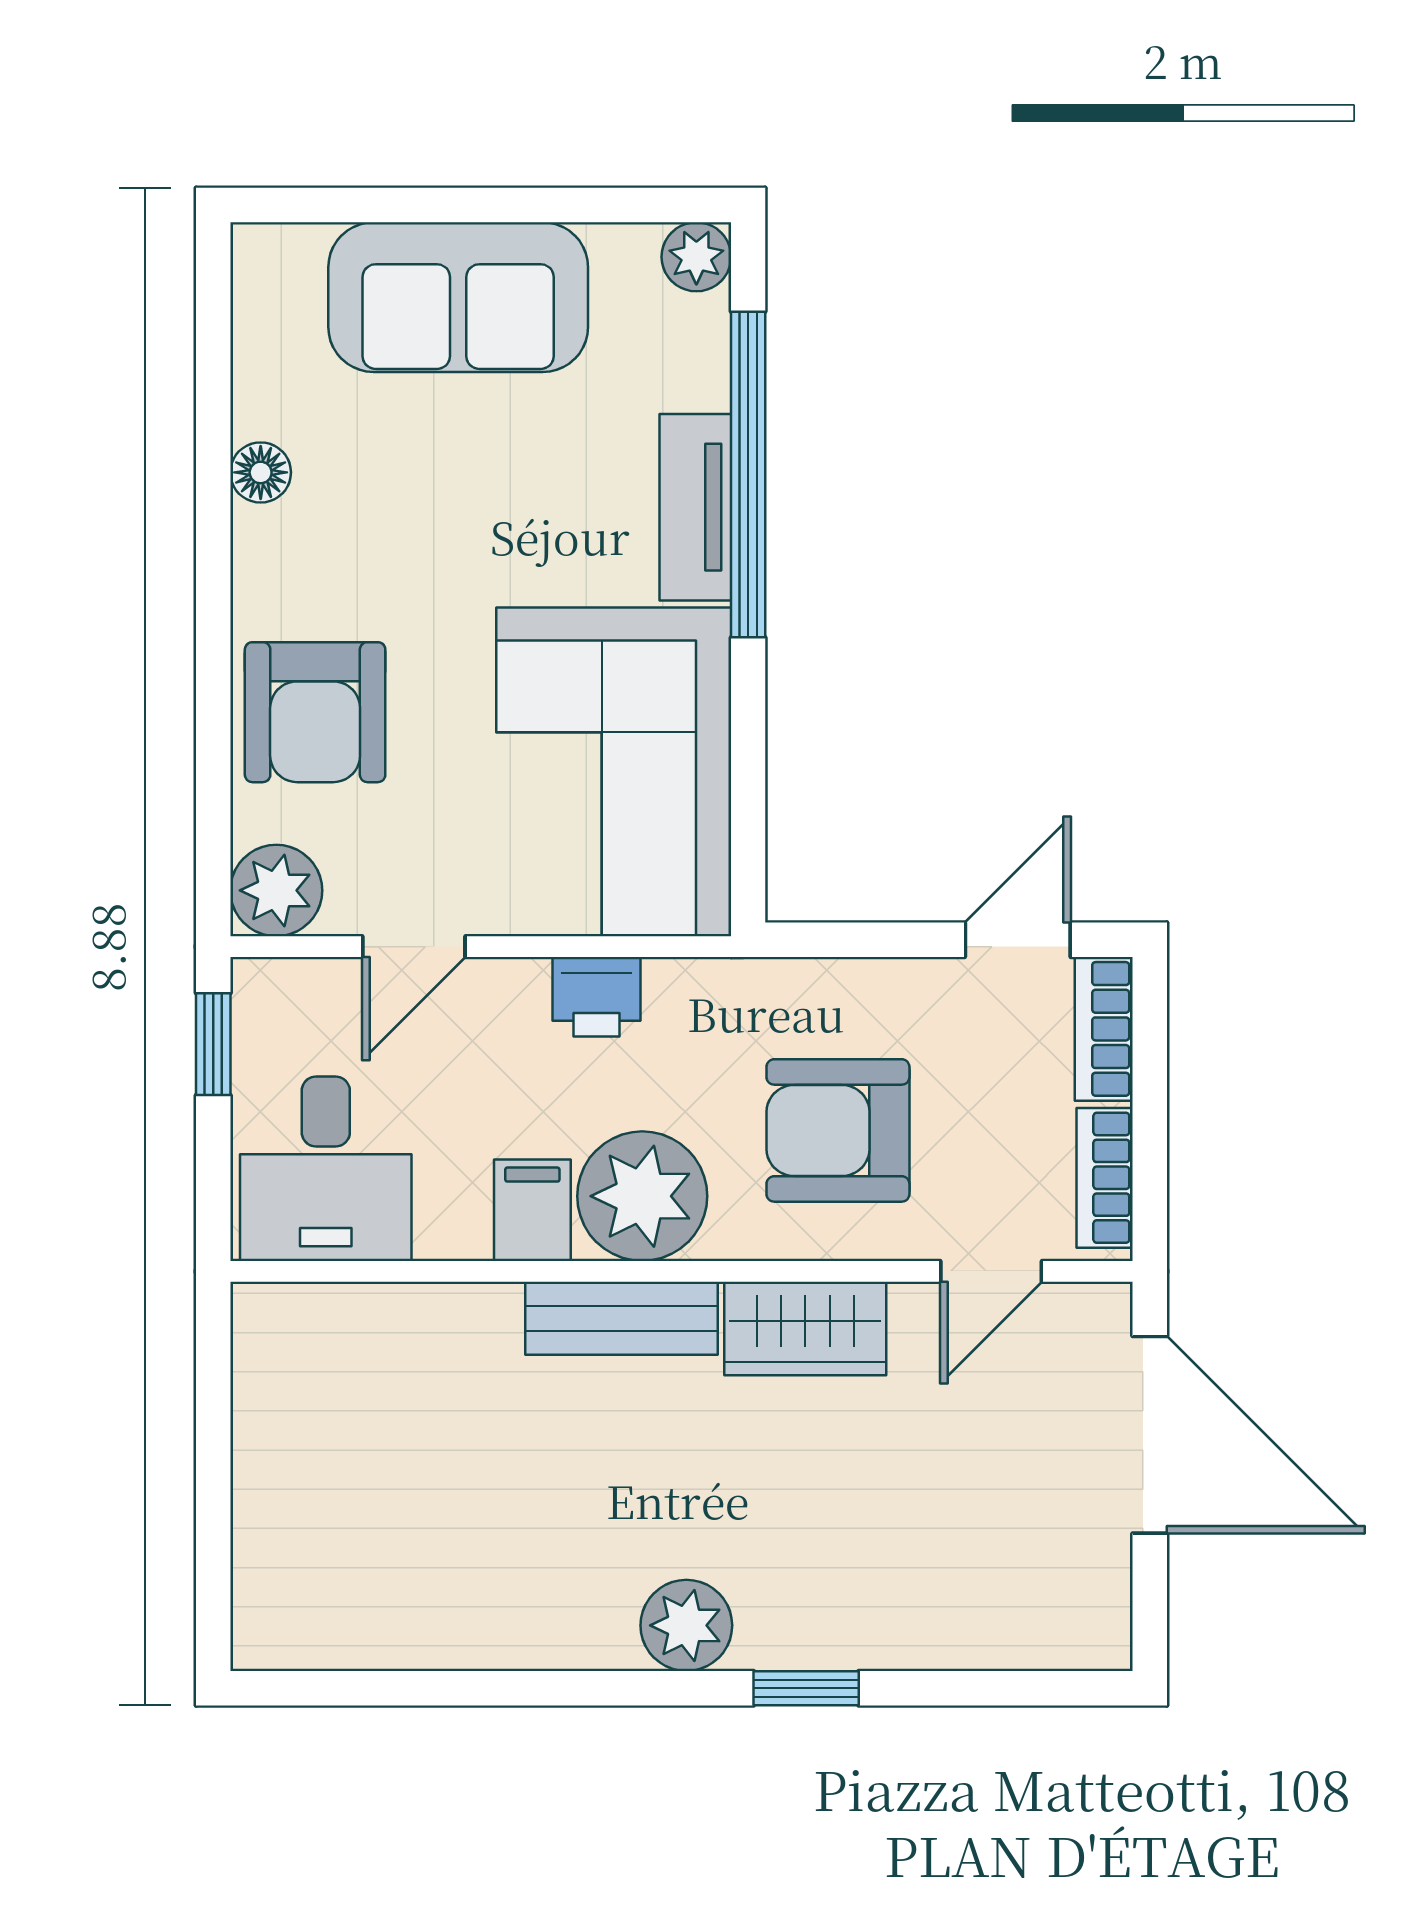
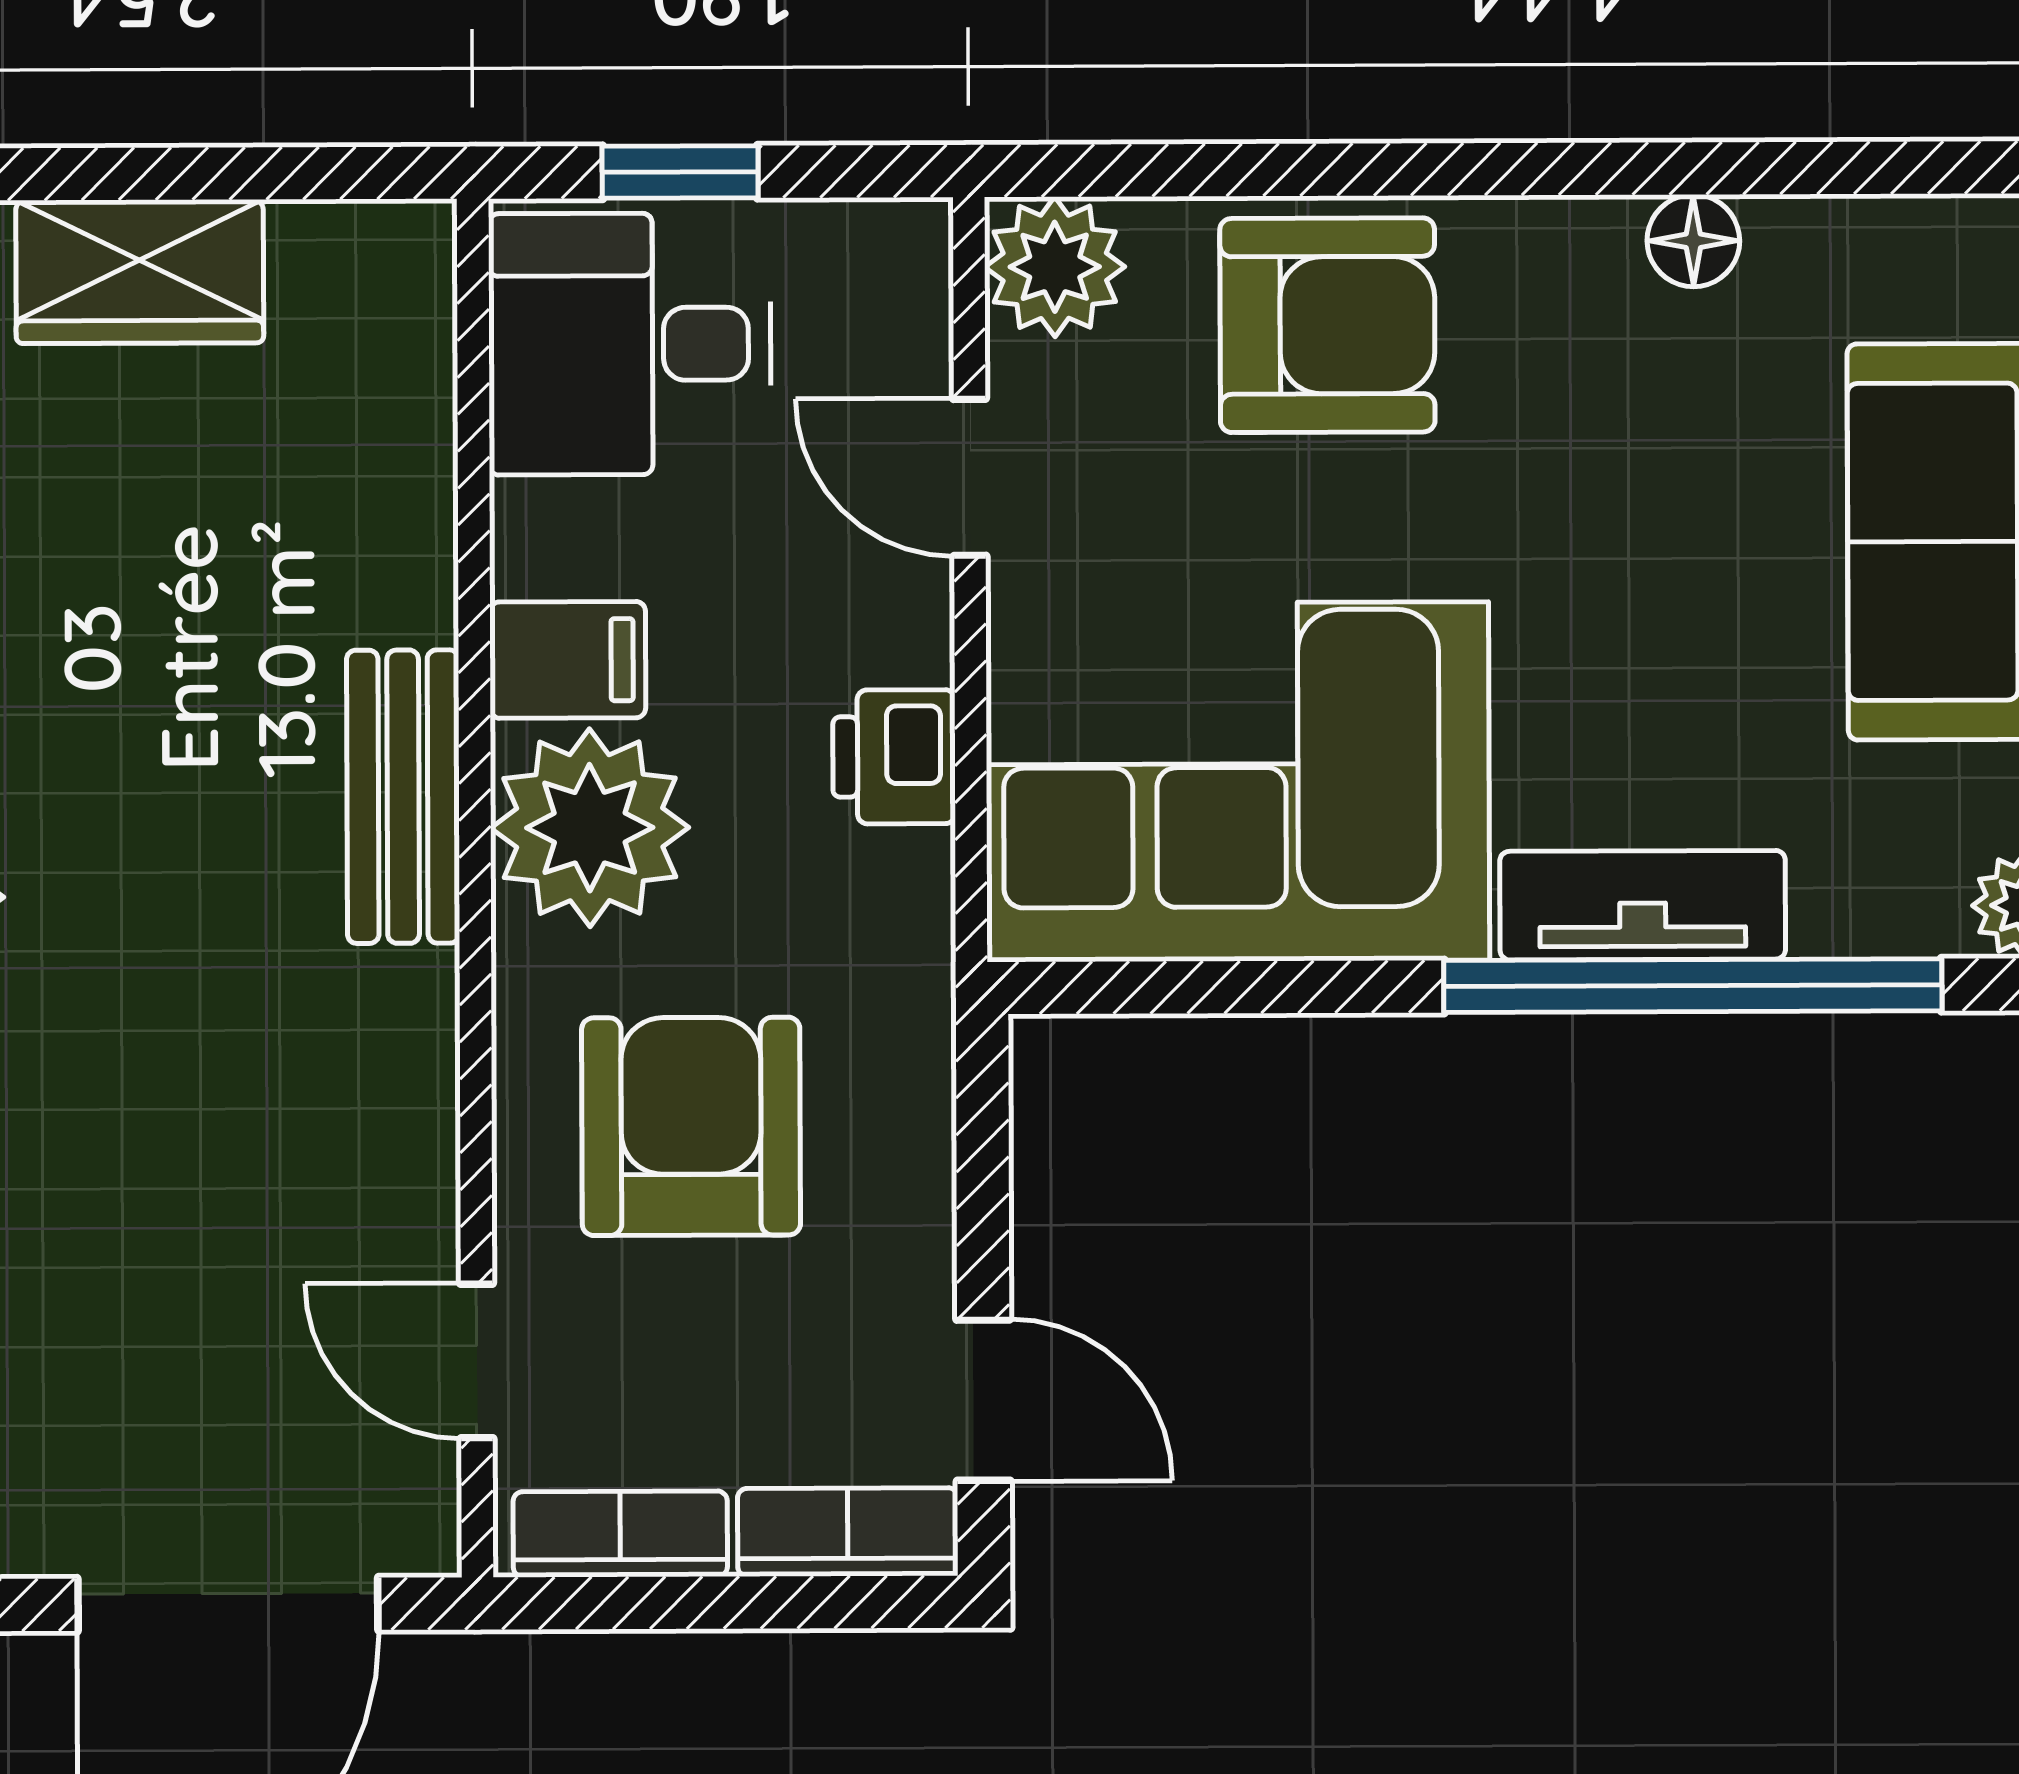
armchair: (315, 712) -> (1327, 325), turned 180
window: (213, 1044) -> (680, 172), moved
wardrobe: (805, 1328) -> (140, 272), moved, turned -90

